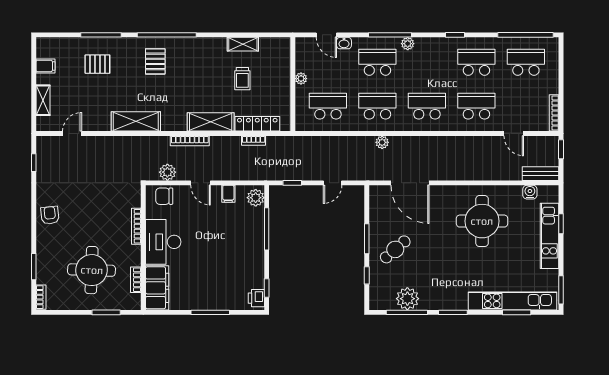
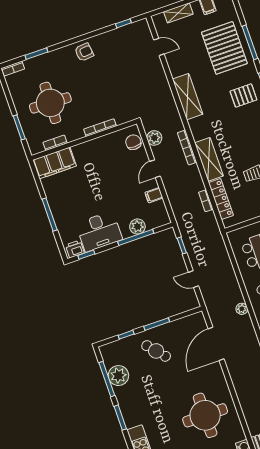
pallet: (97, 64) -> (224, 48), width x2.05, depth x2.00
plant: (256, 198) -> (137, 227), moved
desk: (163, 242) -> (99, 231), moved, turned 180

